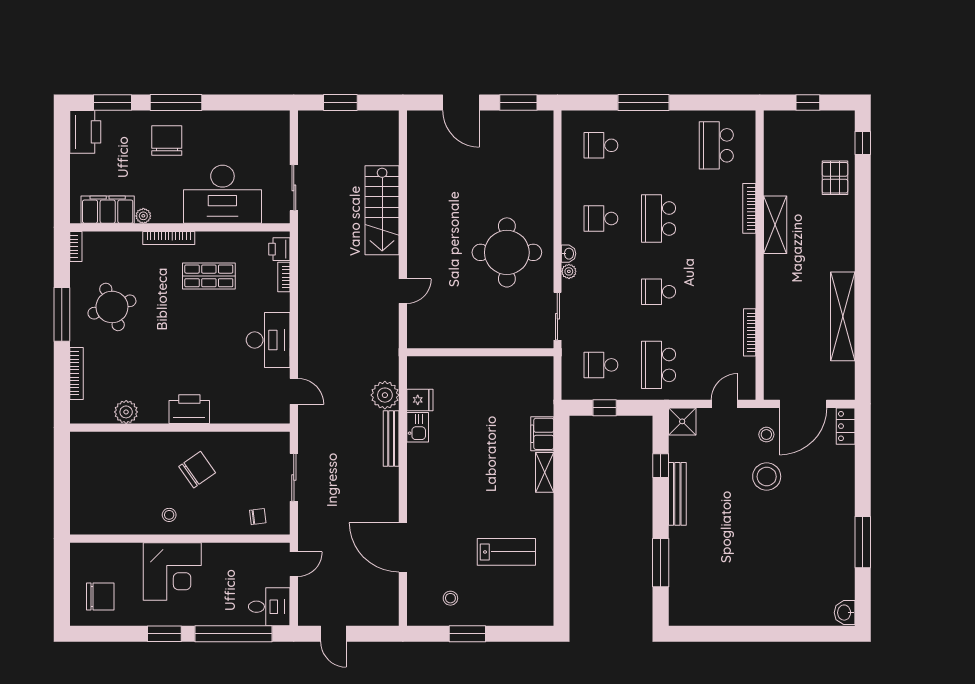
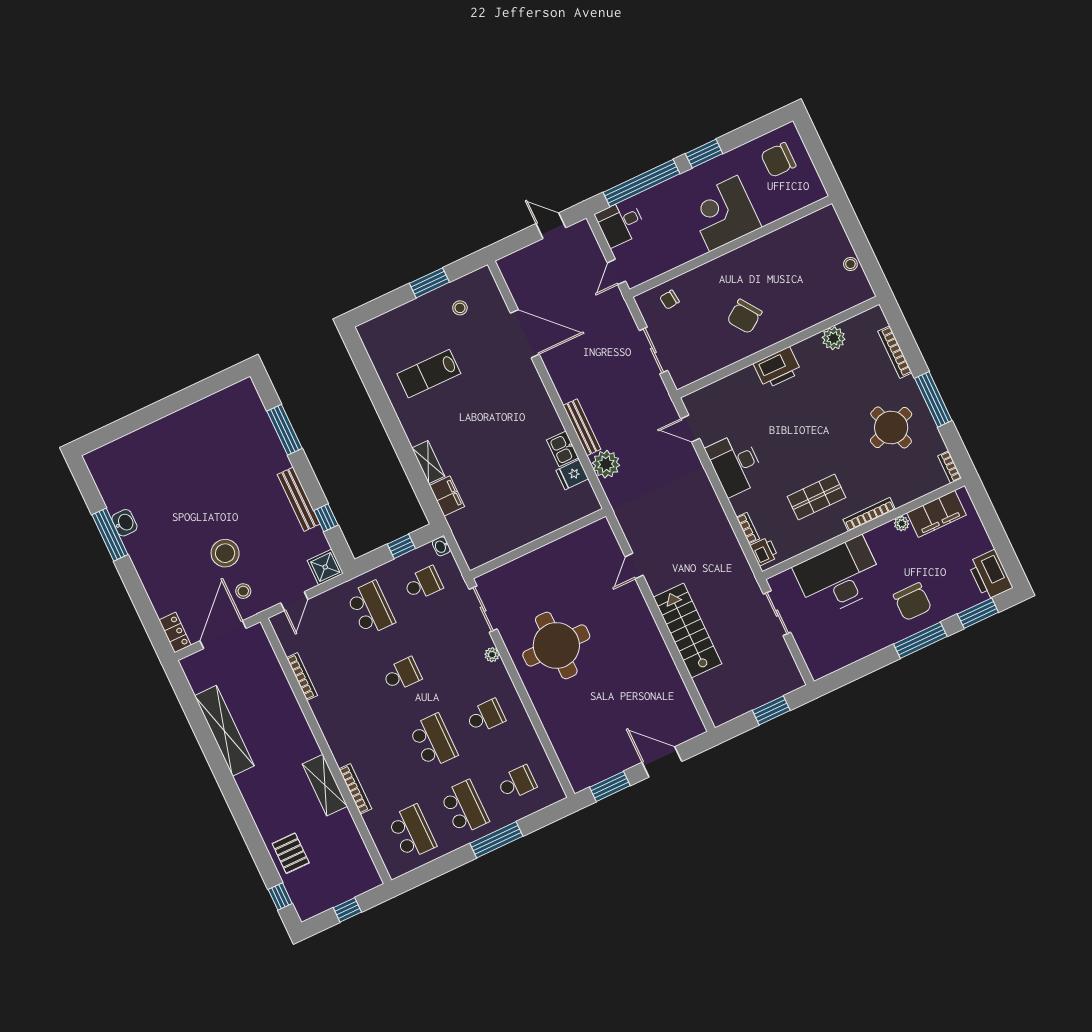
school desk: (659, 145) -> (464, 807), added
washbasin: (569, 254) -> (441, 546), moved
stool: (169, 515) -> (850, 264), moved
washbasin: (845, 613) -> (124, 523), moved

